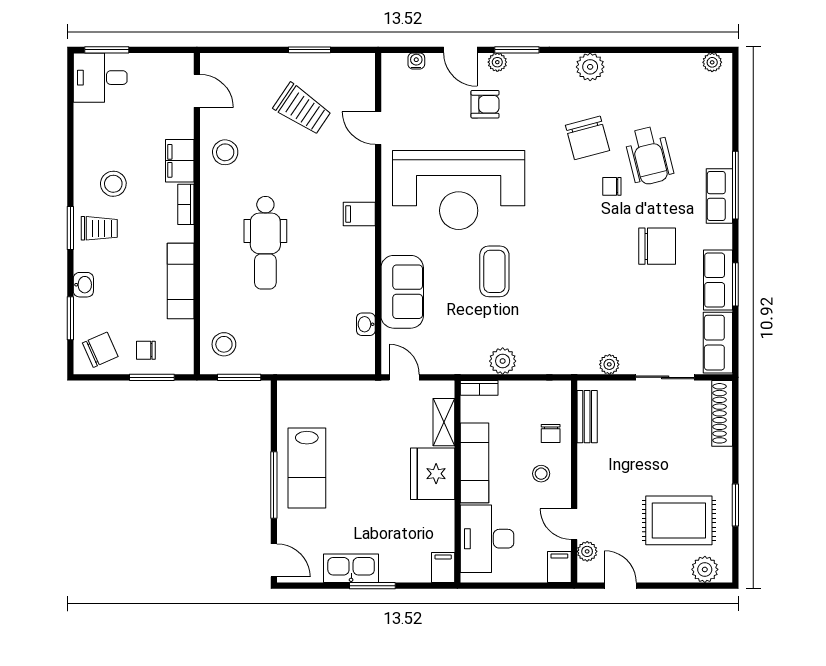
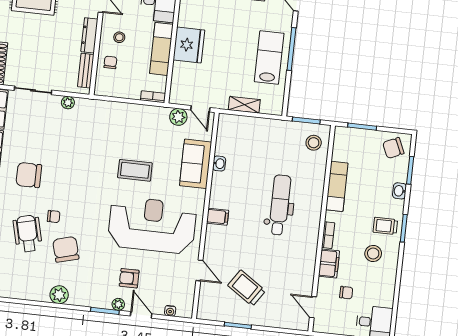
stool: (225, 152) -> (299, 266), removed
coffee table: (494, 271) -> (135, 170), turned 90
washbasin: (366, 324) -> (219, 164), moved
chair: (146, 350) -> (346, 293), moved
plant: (503, 361) -> (178, 117), moved
shelving: (444, 422) -> (244, 105), moved, turned 90
dresser: (588, 472) -> (89, 35), added

